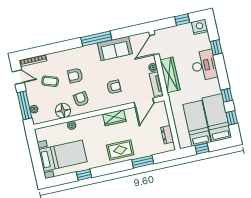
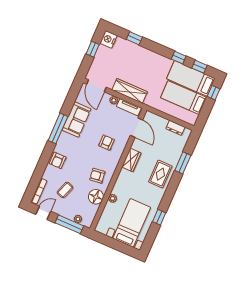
desk: (204, 65) -> (142, 58), removed
armchair: (75, 76) -> (58, 160), moved
window: (202, 149) -> (214, 93), moved

